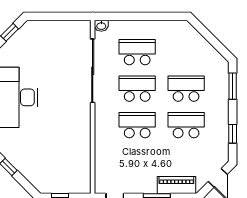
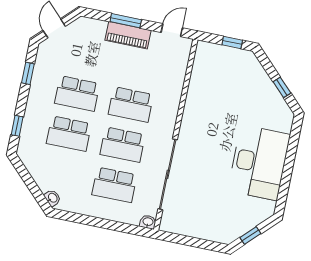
washbasin: (189, 30) -> (52, 198), added
window: (233, 86) -> (17, 126), width x0.67
piano: (176, 185) -> (128, 35), moved

